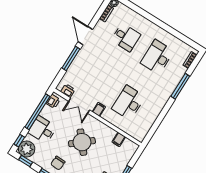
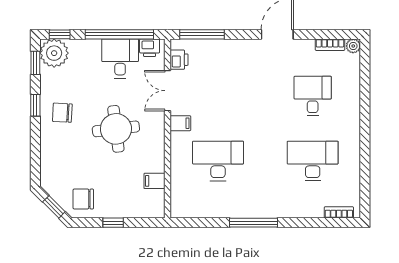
desk: (126, 37) -> (313, 96), turned 180
window: (71, 59) -> (202, 34), moved
window: (180, 86) -> (253, 223), moved
desk: (42, 130) -> (120, 58), moved
round table: (82, 142) -> (116, 129), turned 33

